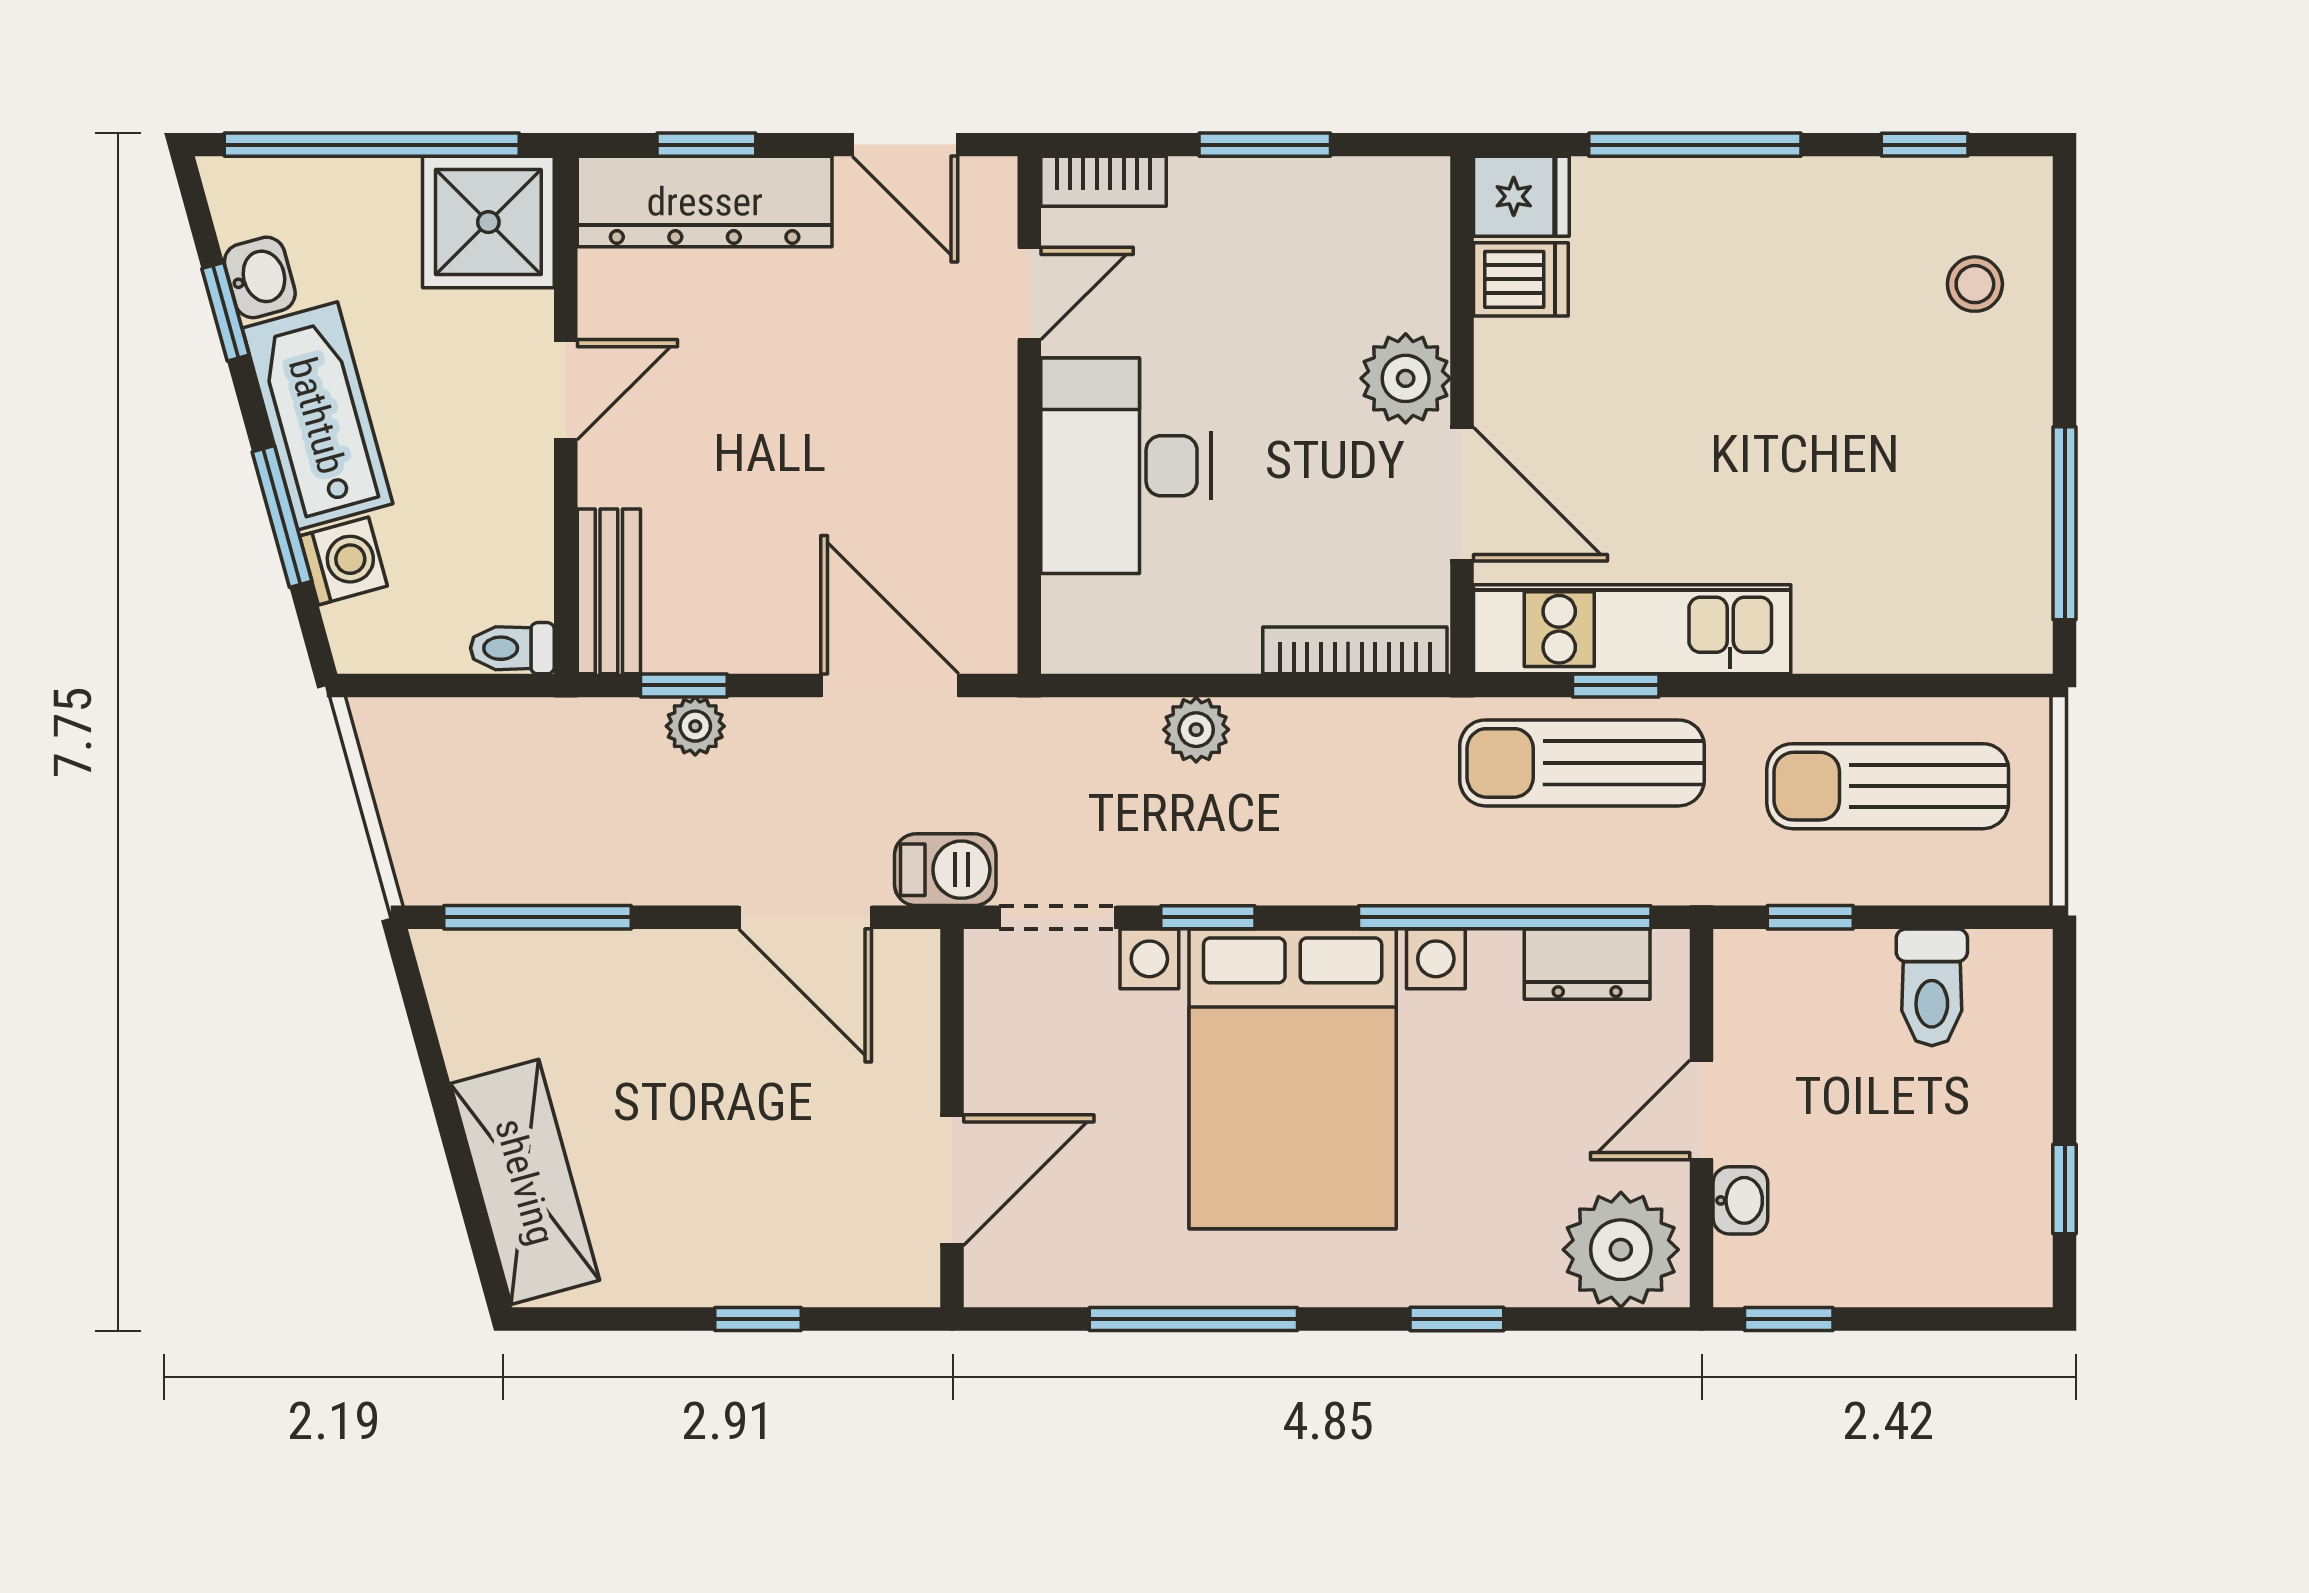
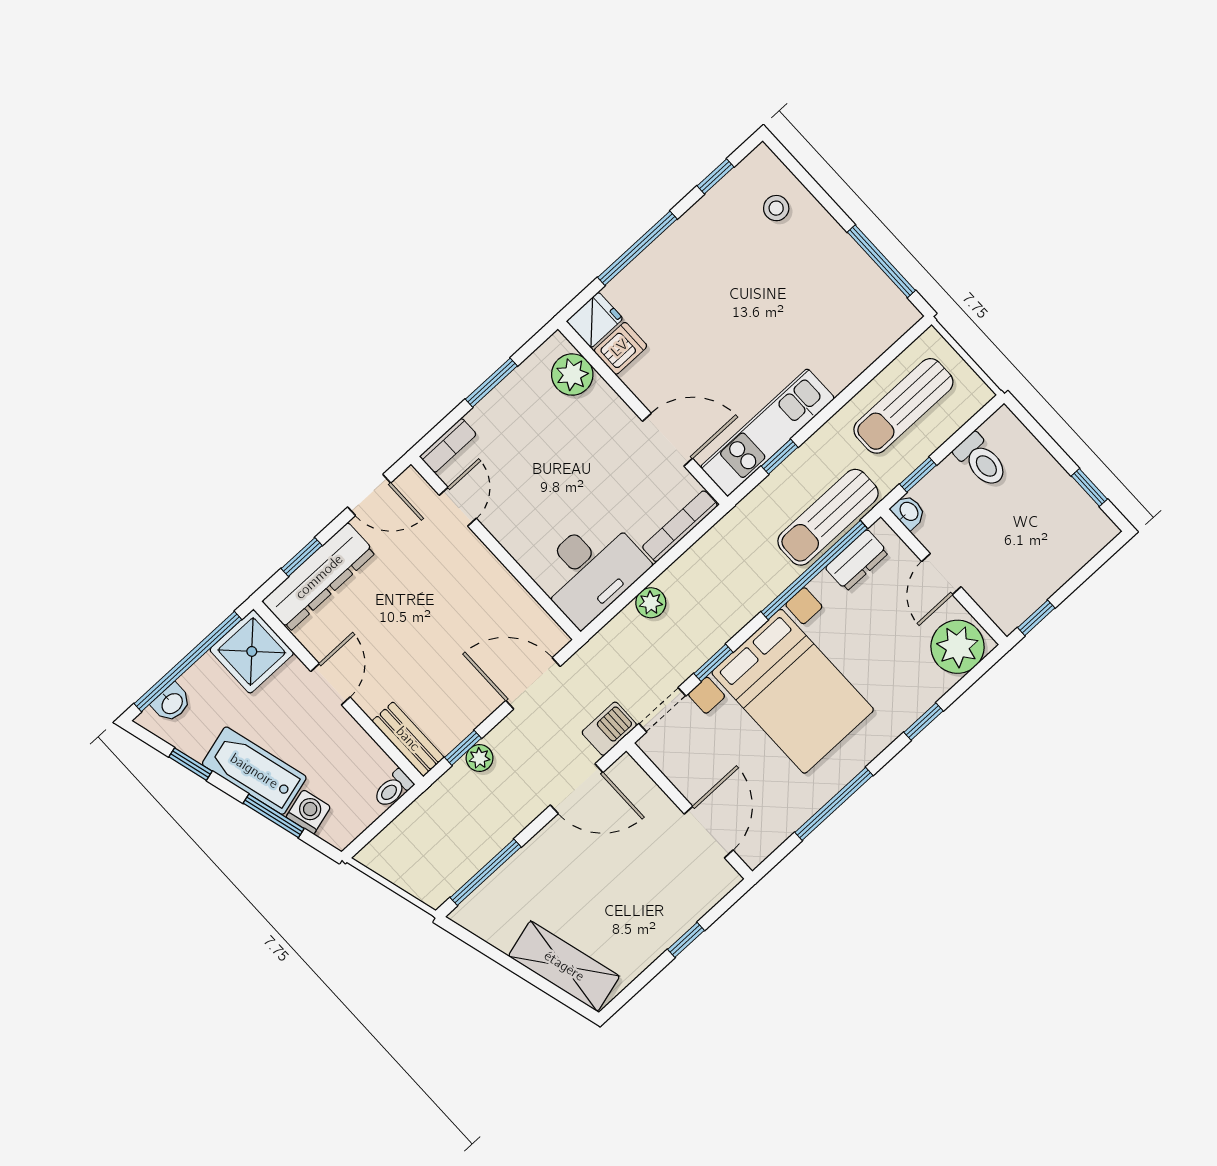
washbasin: (260, 277) -> (172, 703), moved, turned 105
plant: (1406, 378) -> (572, 375), moved
desk: (1126, 466) -> (591, 570), moved, turned -90
sun lounger: (1582, 763) -> (828, 517), moved
washbasin: (1740, 1200) -> (908, 512), moved

